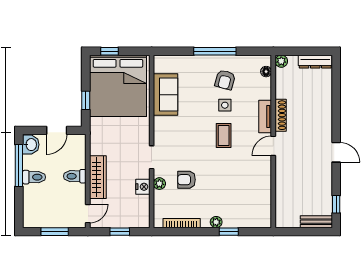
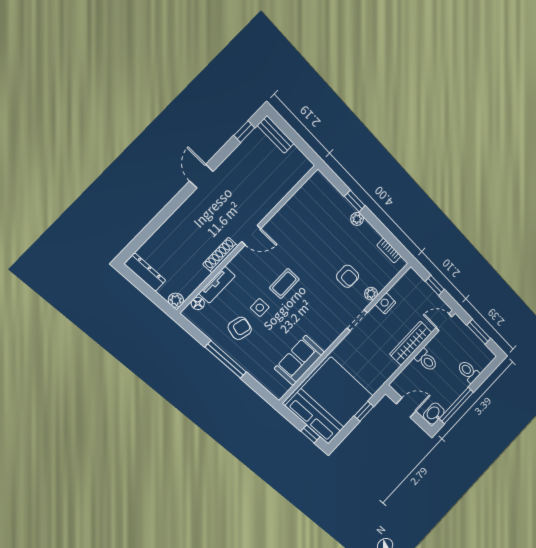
tv unit: (265, 117) -> (217, 285), moved
toilet: (34, 177) -> (468, 372), moved
bookcase: (182, 223) -> (389, 251), width x0.64

